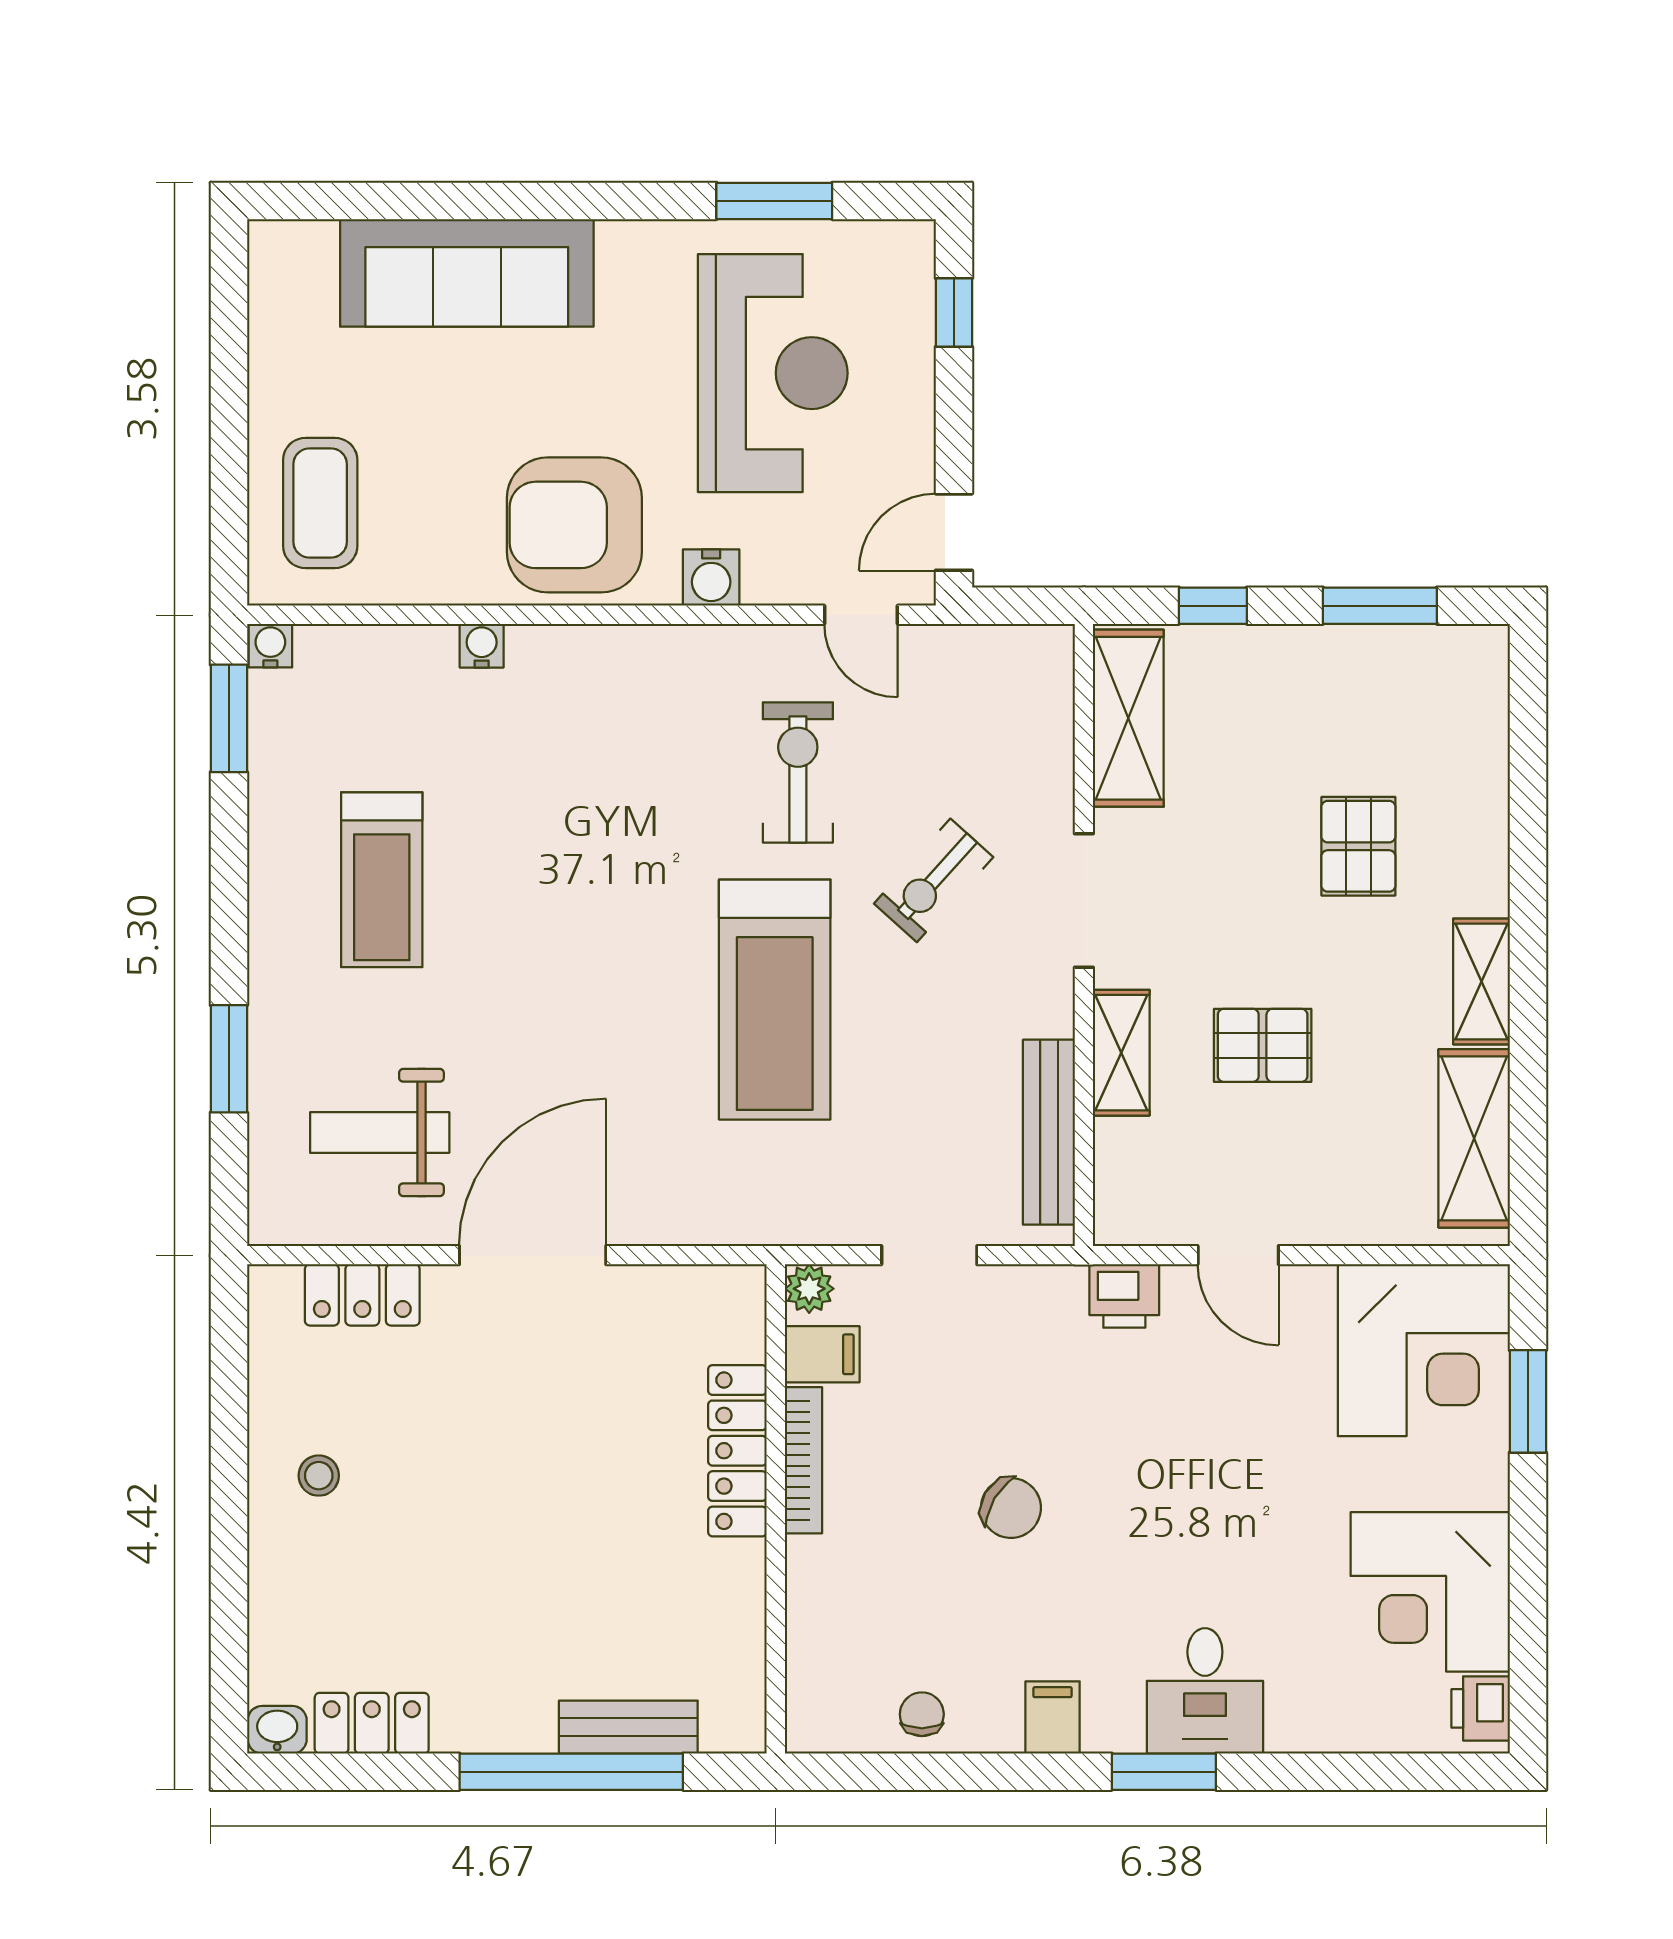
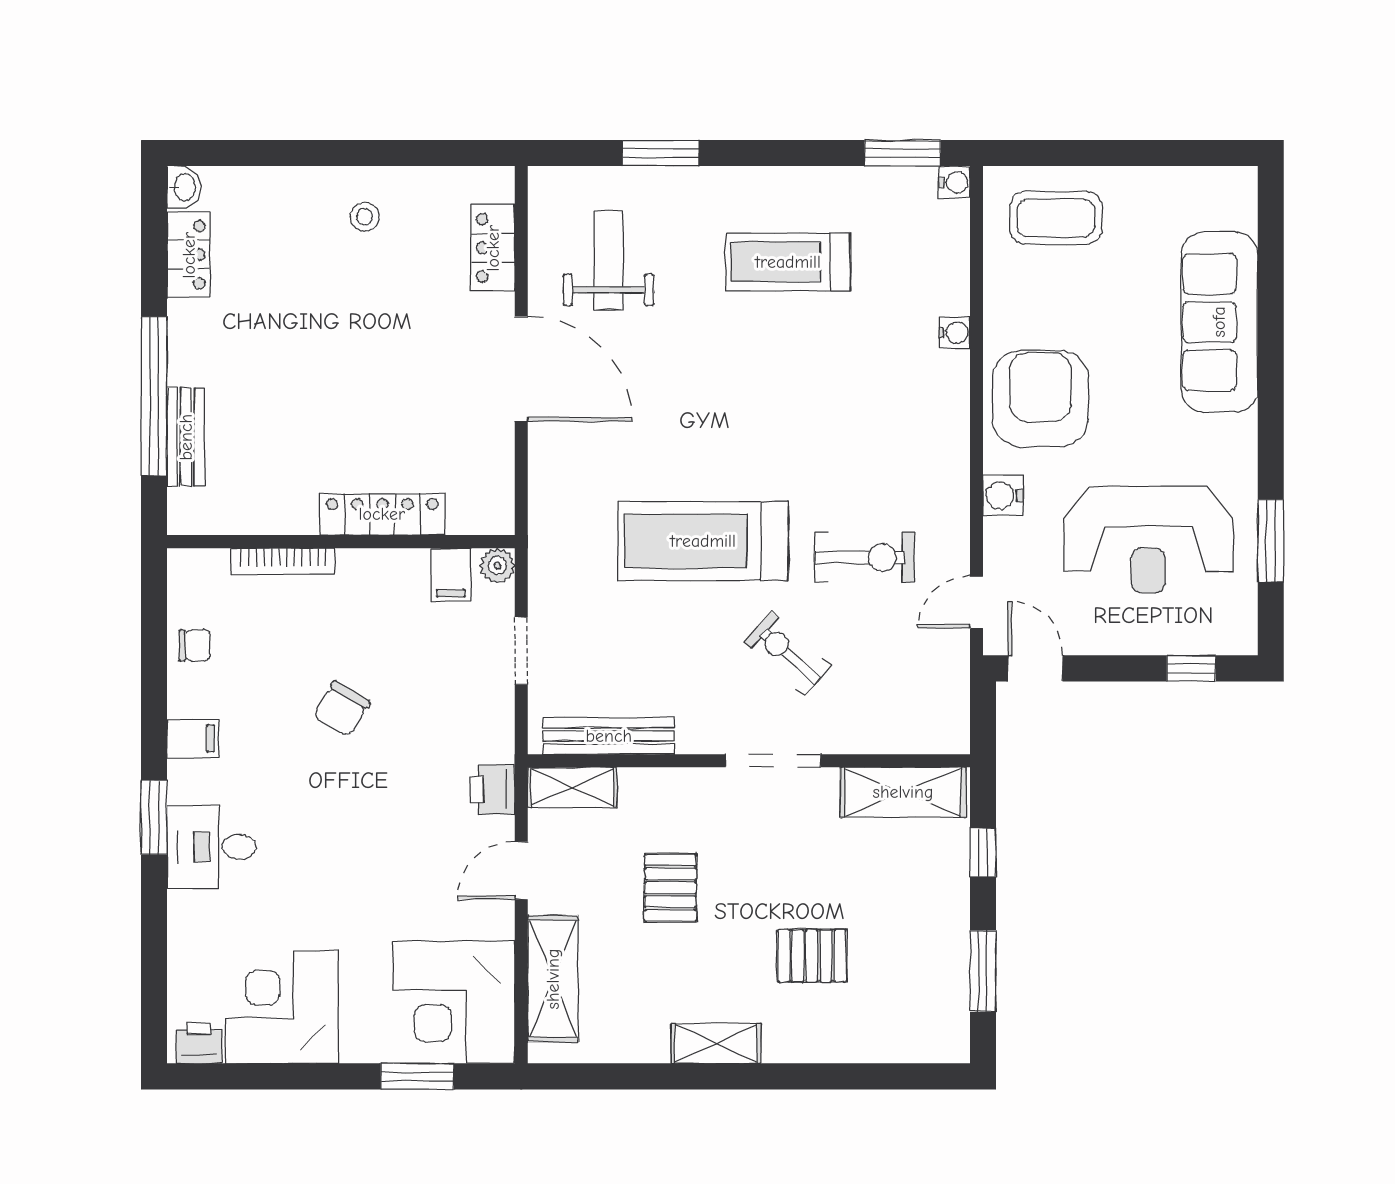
shelving: (1121, 1053) -> (572, 787), moved
shelving: (1474, 1138) -> (553, 979), moved, turned 90
bookcase: (803, 1460) -> (283, 561), moved

